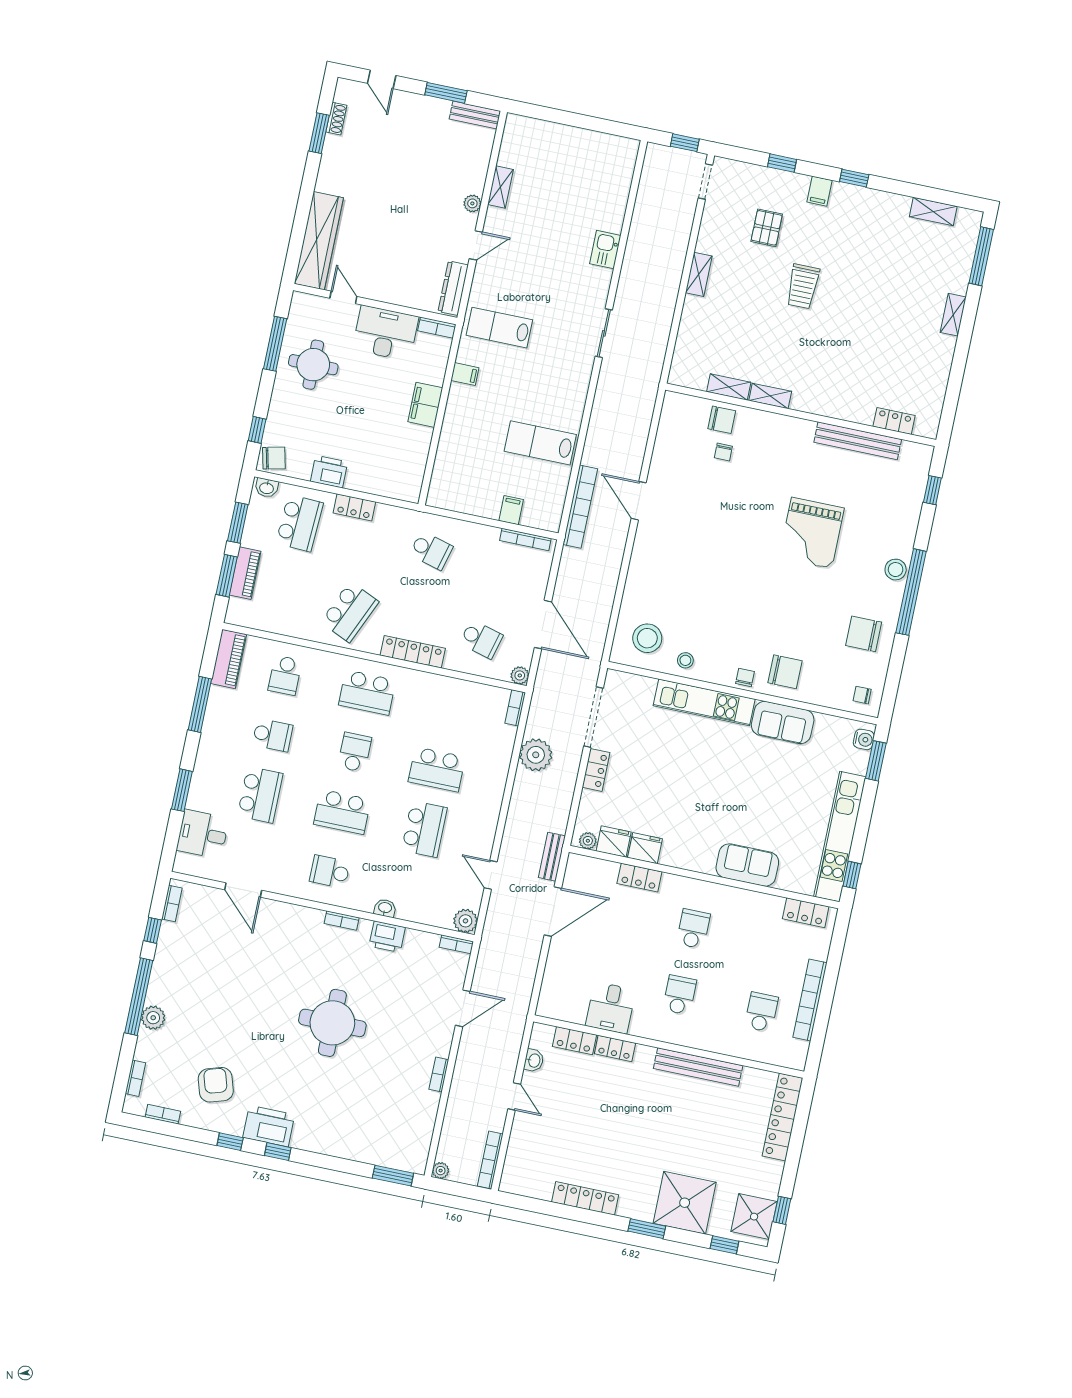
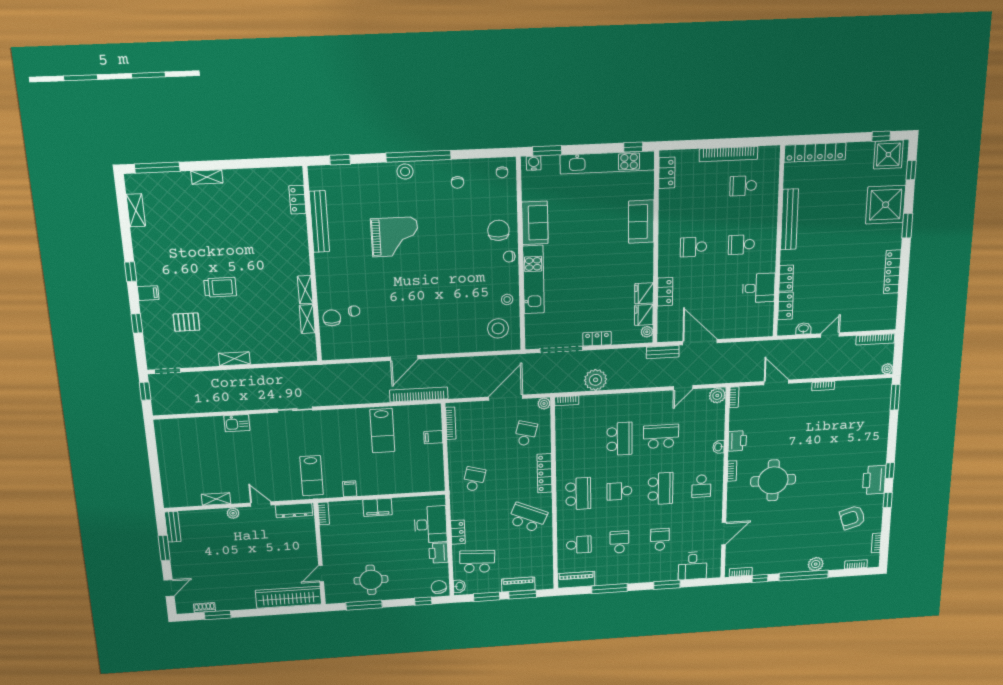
desk: (385, 333) -> (431, 524), moved, turned 180
chair: (864, 634) -> (458, 182), width x0.54, depth x0.54
school desk: (260, 795) -> (660, 539), width x0.54
round table: (332, 1023) -> (773, 480), moved

